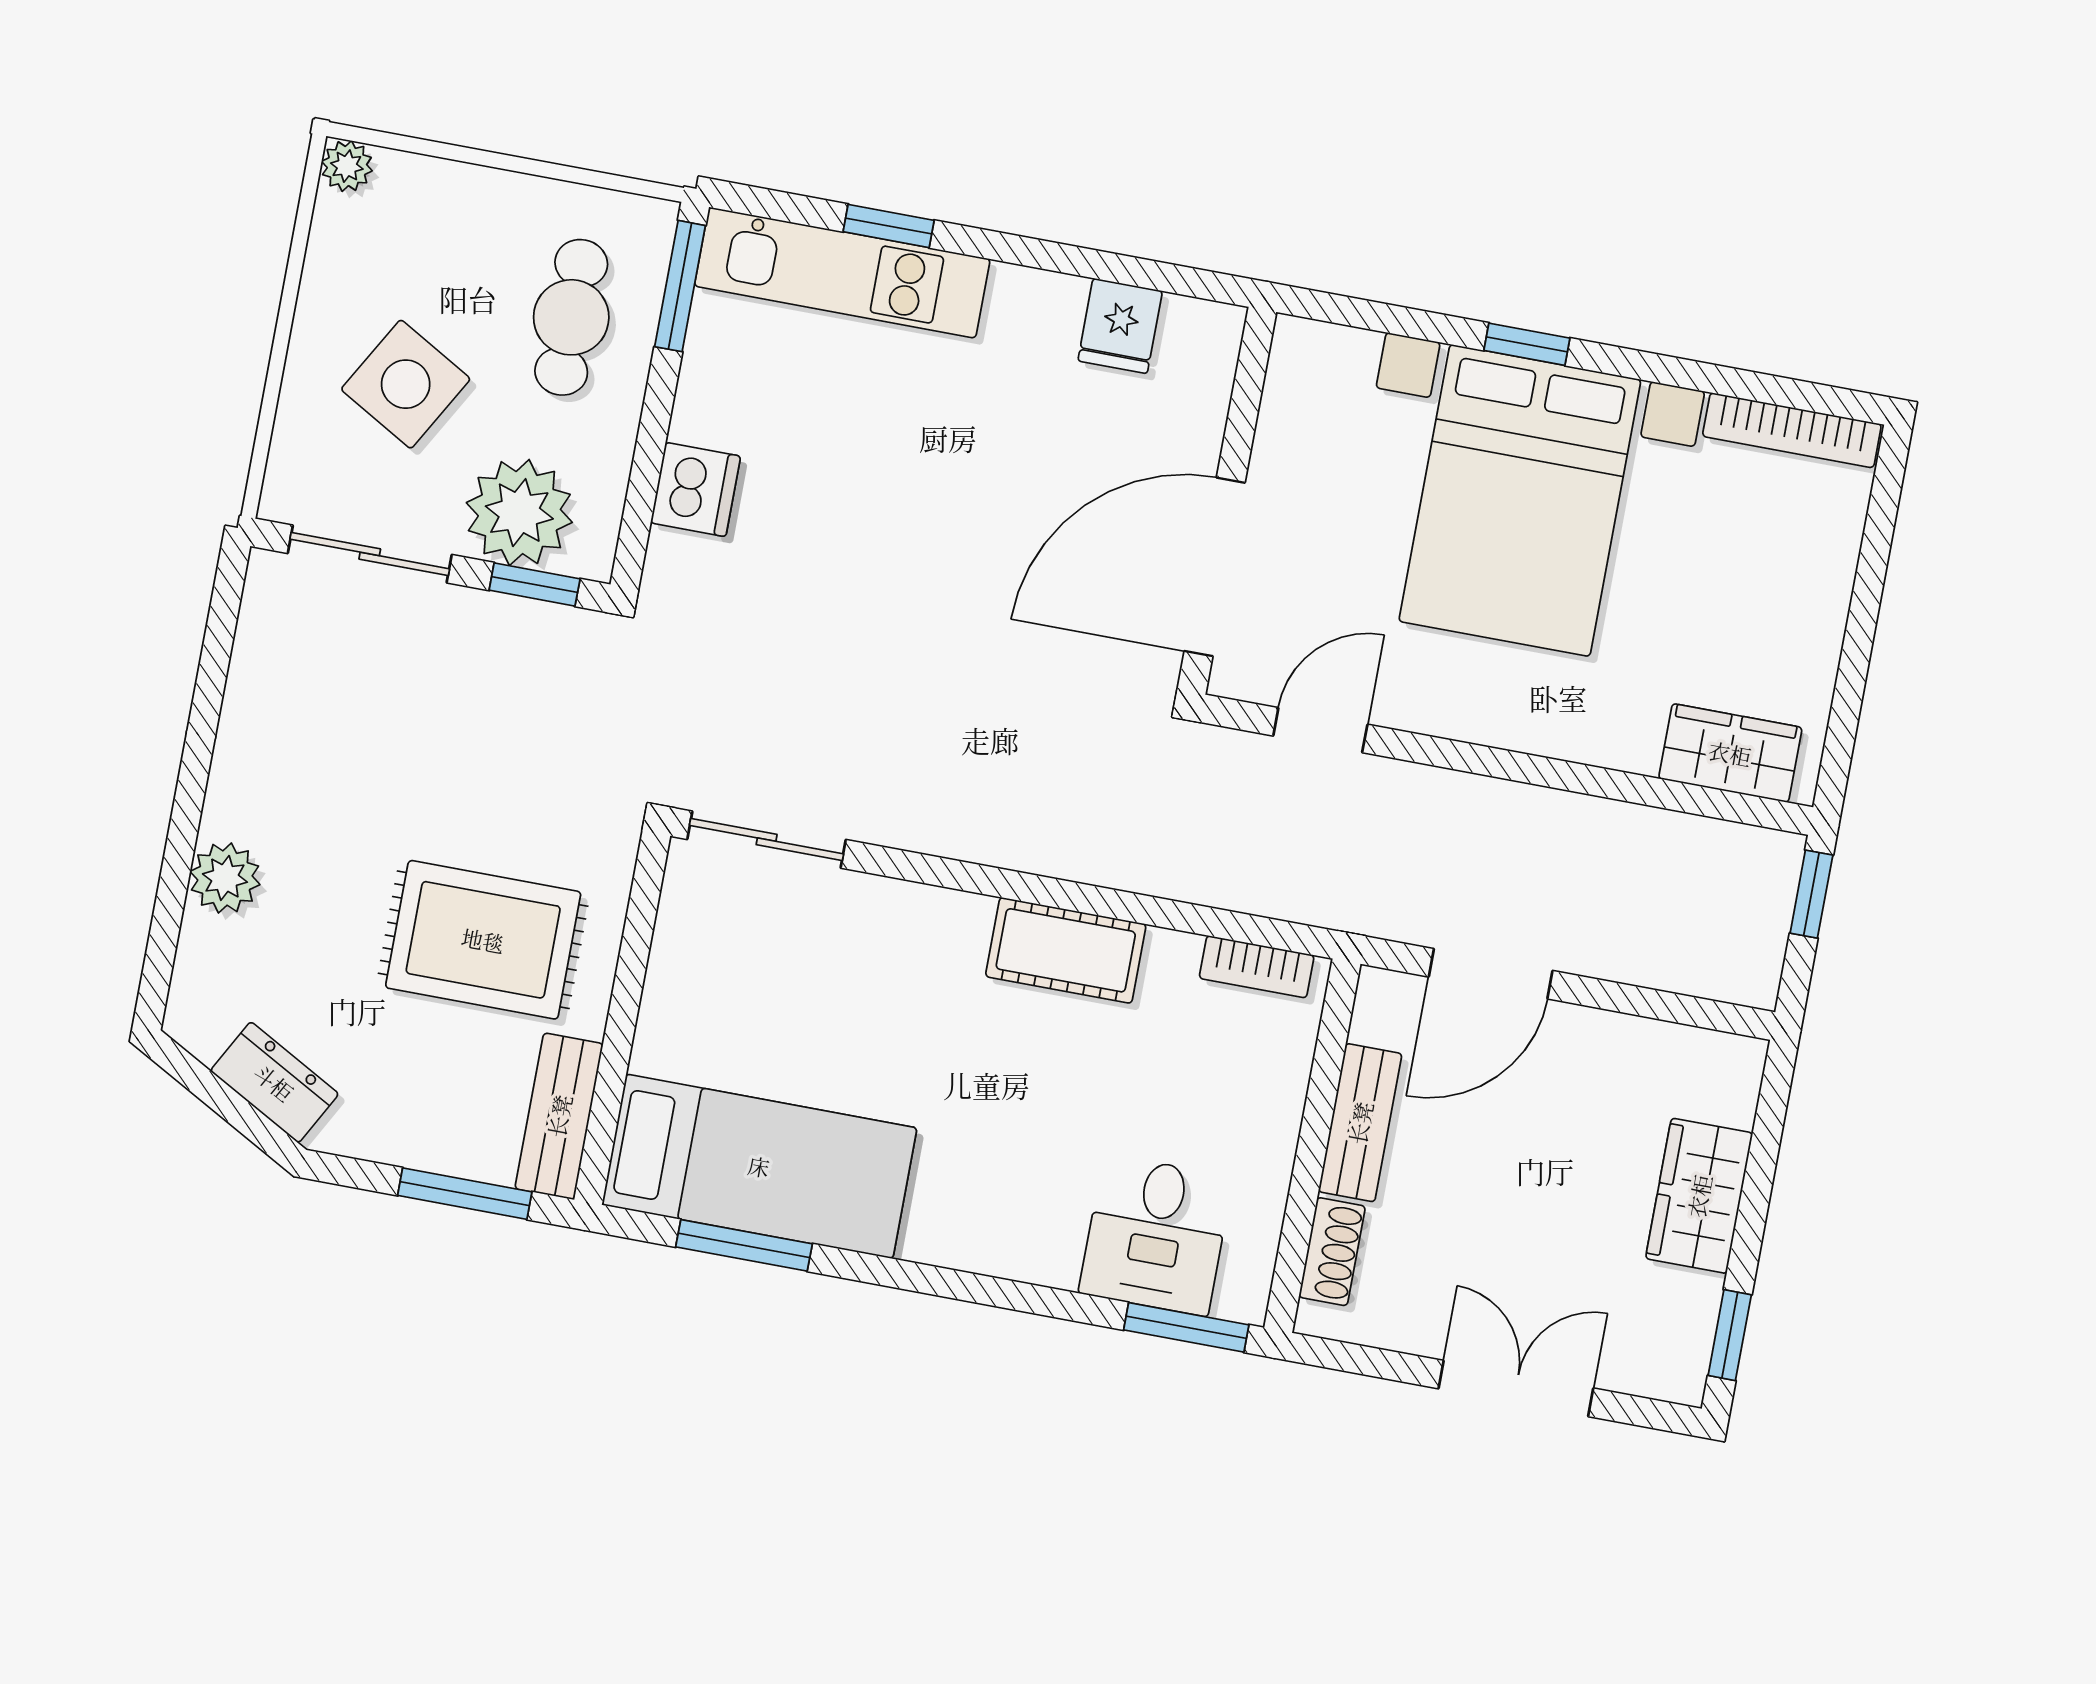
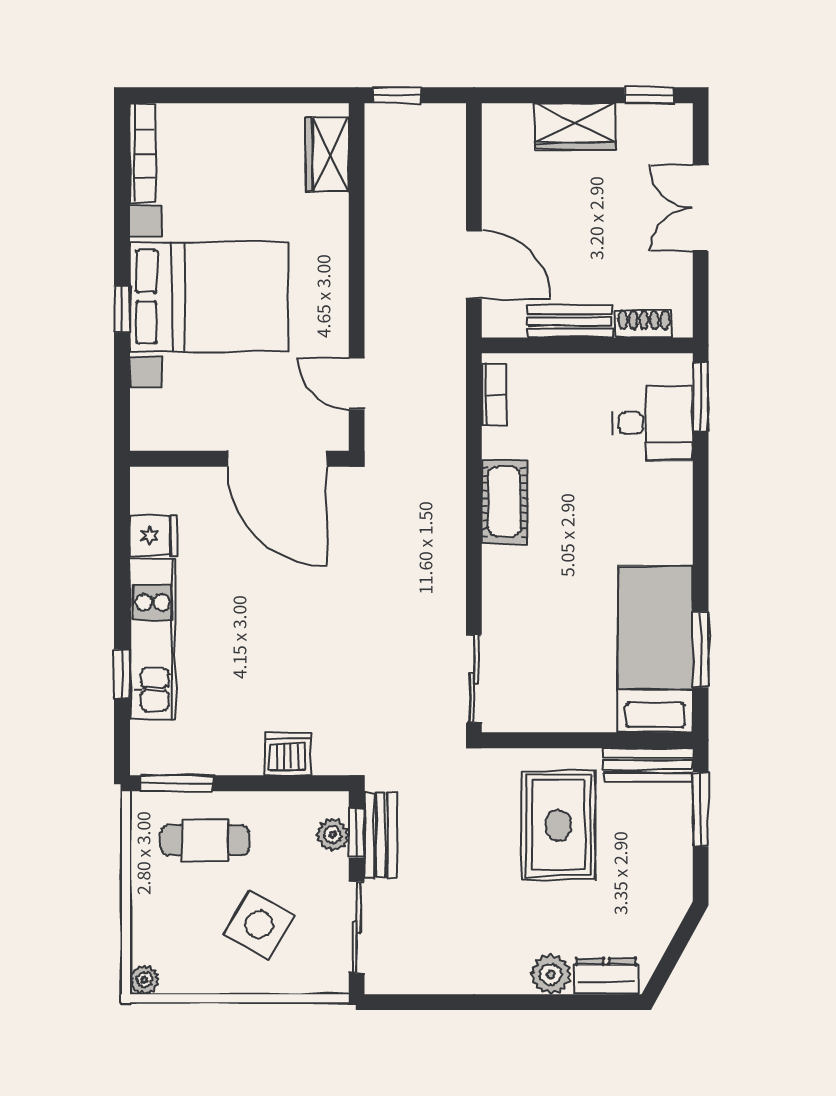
kitchen unit: (842, 273) -> (153, 639), moved
plant: (519, 513) -> (333, 835), width x0.53, depth x0.53
bench: (523, 626) -> (381, 835), added
dresser: (274, 1082) -> (606, 976), moved, turned 61

